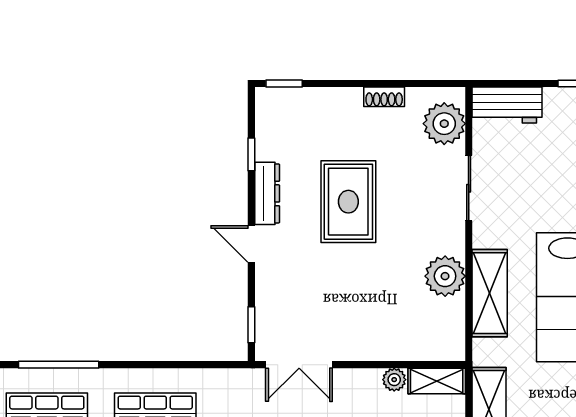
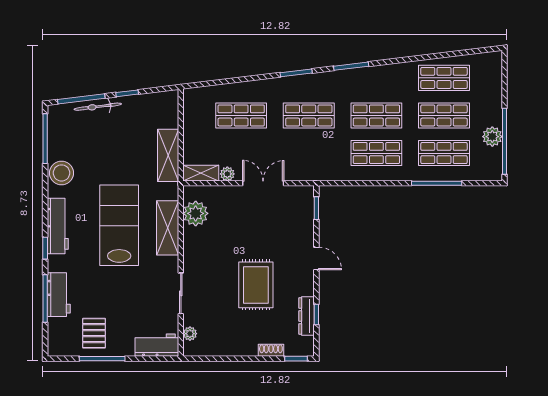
shoe rack: (384, 97) -> (271, 350), moved
plant: (444, 124) -> (190, 334), width x0.53, depth x0.53
dresser: (267, 193) -> (307, 316), moved
plant: (445, 276) -> (196, 213), moved
double door: (299, 365) -> (263, 183), moved

